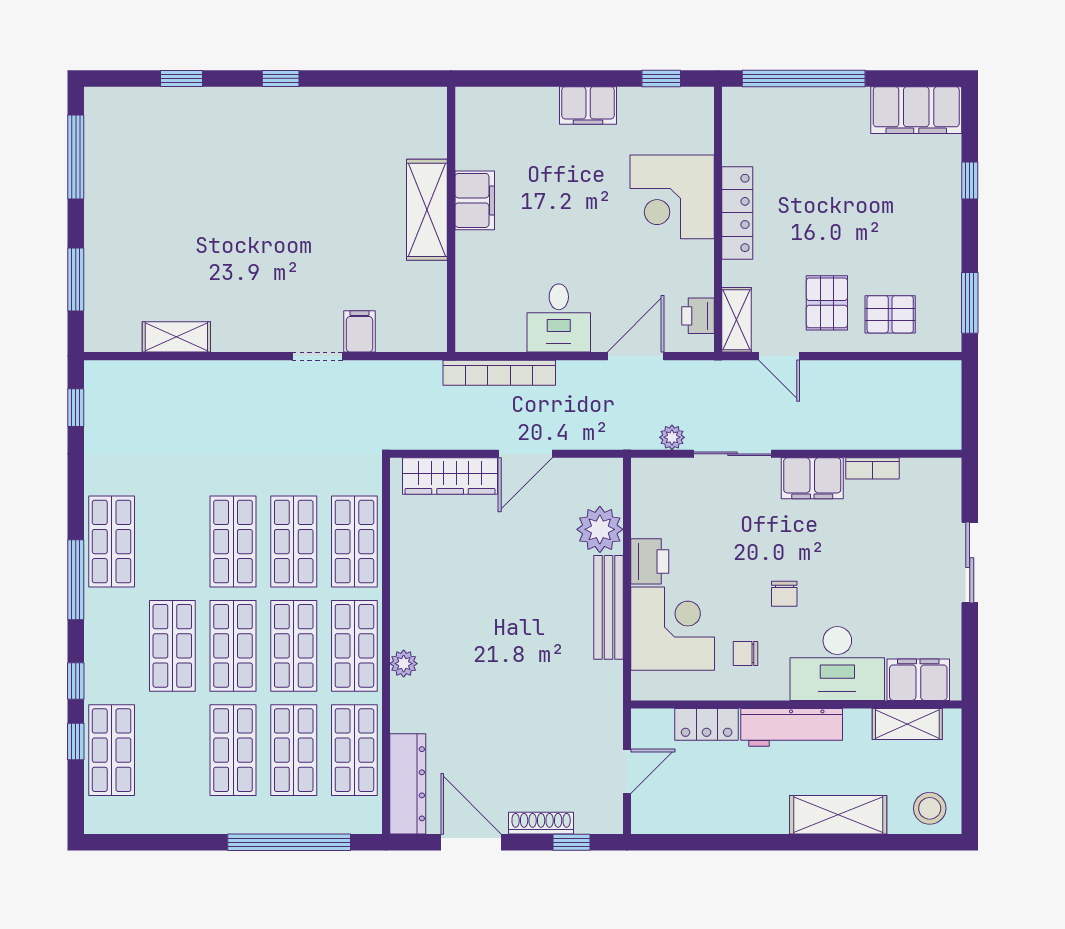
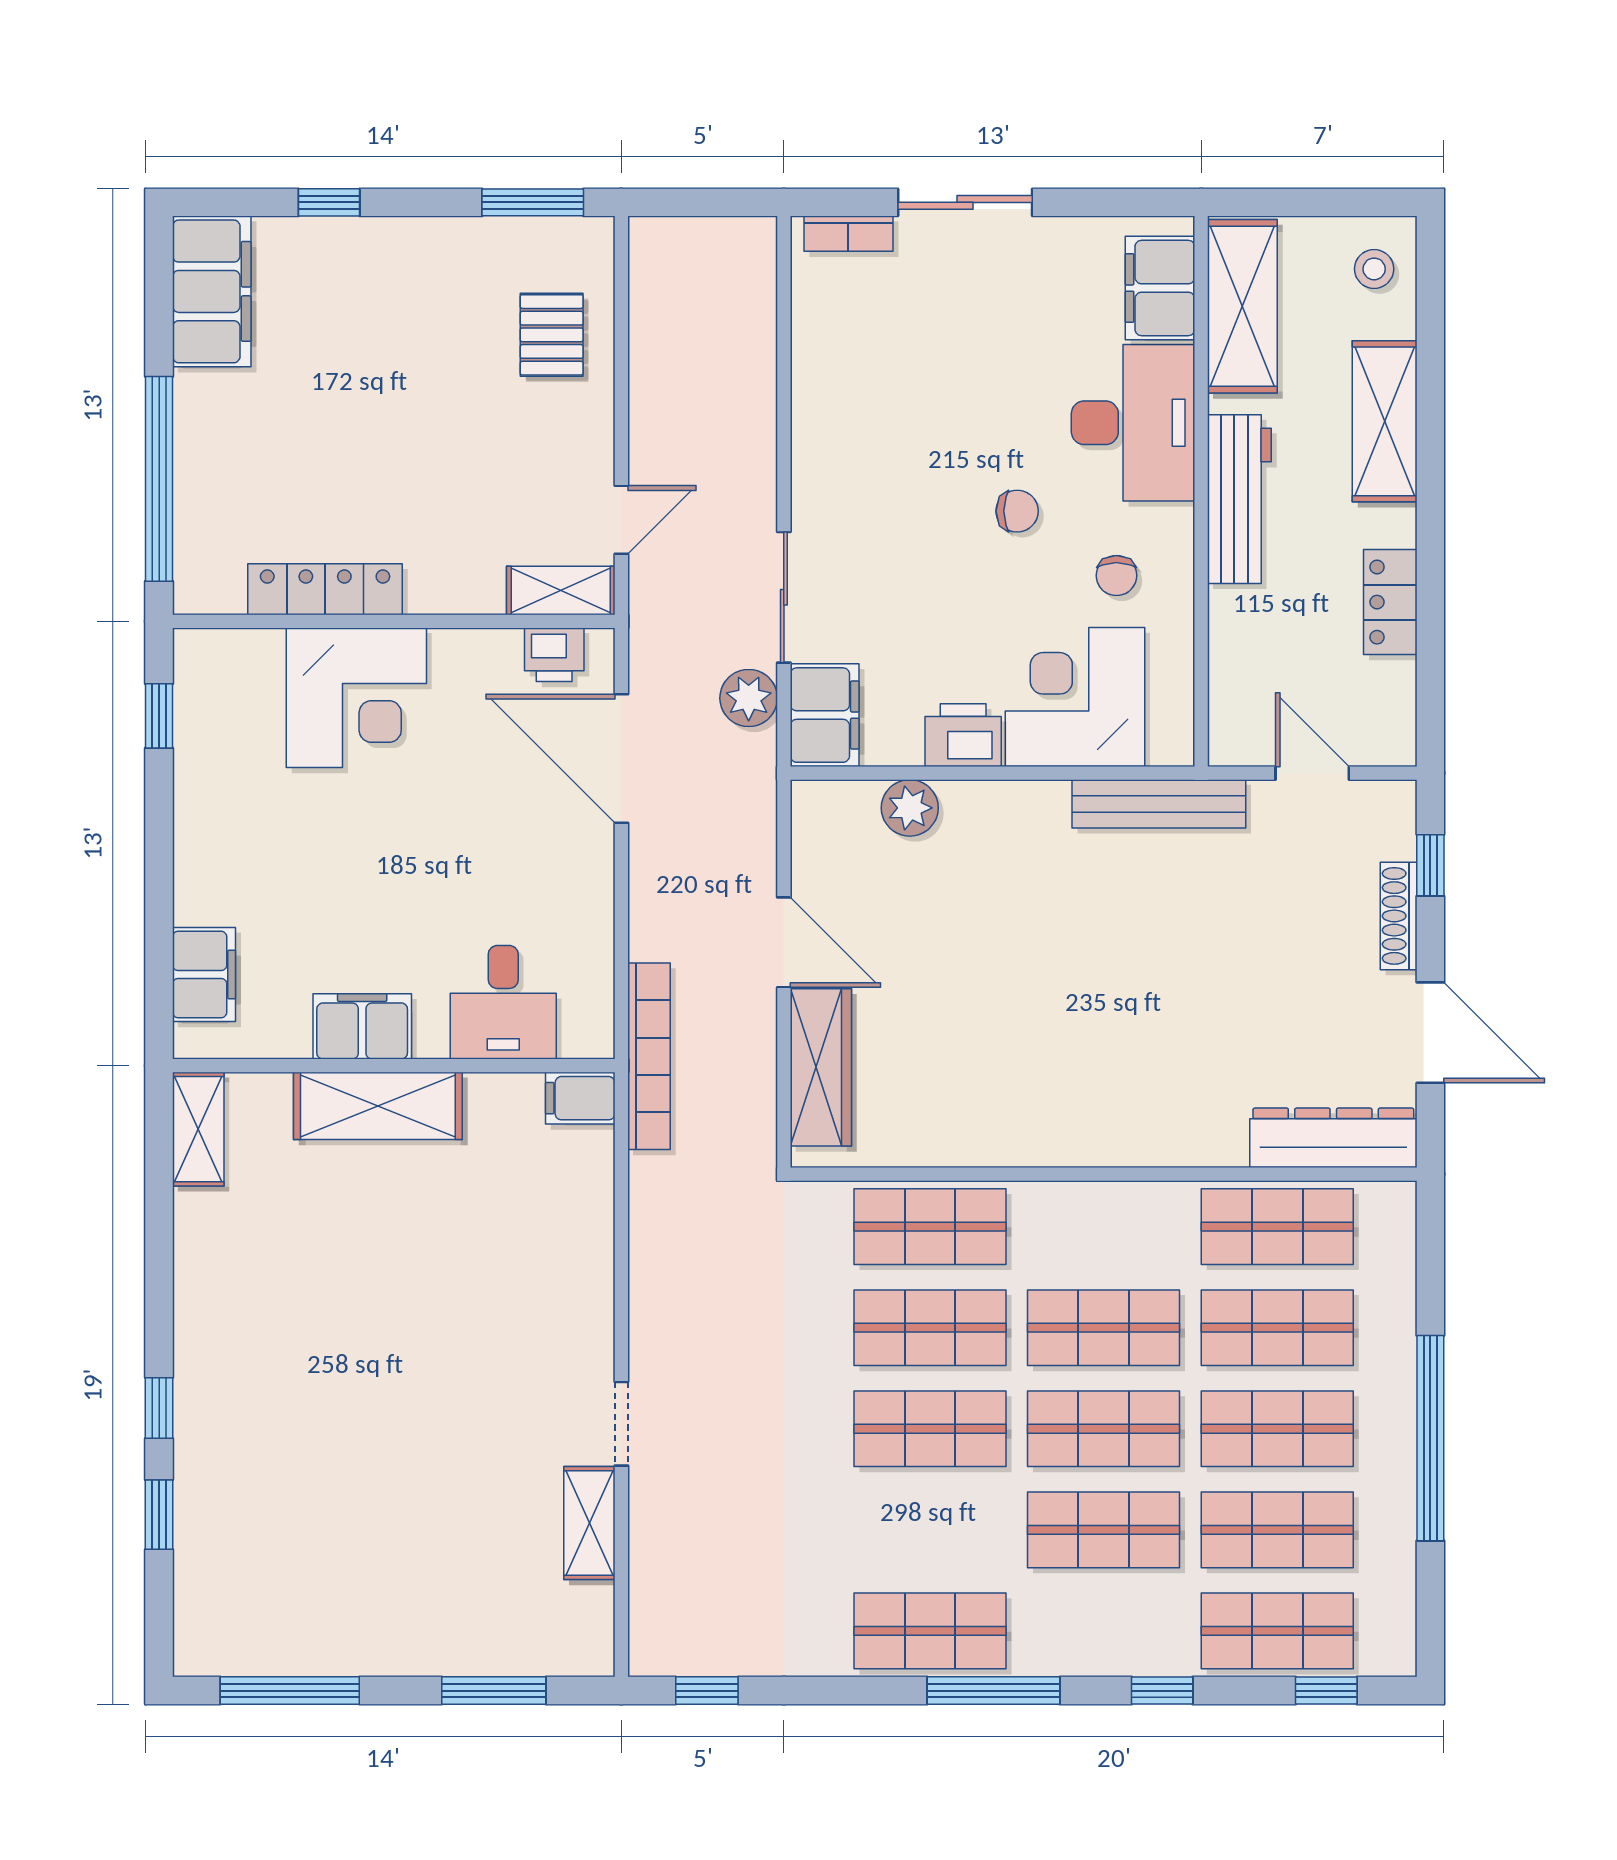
window: (281, 78) -> (159, 1408), moved
shelving: (413, 102) -> (198, 1129), added
filing cabinet: (588, 105) -> (204, 974), moved
locker: (737, 213) -> (325, 589), moved
pallet: (827, 303) -> (533, 440), removed
desk: (559, 318) -> (503, 1002), moved, turned 90
filing cabinet: (359, 331) -> (580, 1098), moved
doorway: (318, 356) -> (621, 1424), moved
door: (636, 356) -> (621, 759), width x1.36
bookcase: (499, 373) -> (649, 1056), moved
plant: (672, 437) -> (749, 698), width x1.38, depth x1.38
bookcase: (872, 468) -> (848, 234), moved, turned 90
filing cabinet: (812, 478) -> (825, 715), moved
plant: (600, 529) -> (910, 808), width x0.73, depth x0.73
bench: (608, 607) -> (1159, 804), moved
shop shelf: (354, 646) -> (1277, 1530), moved
plant: (404, 664) -> (1133, 1145), removed
locker: (707, 724) -> (1390, 602), moved, turned 180
shelving: (907, 724) -> (1242, 306), width x1.50, depth x1.33
window: (76, 742) -> (1326, 1691), moved
stool: (930, 808) -> (1374, 269), width x0.73, depth x0.73
window: (289, 842) -> (1430, 1438), moved
door: (471, 842) -> (1430, 1033), swing flipped

